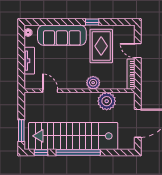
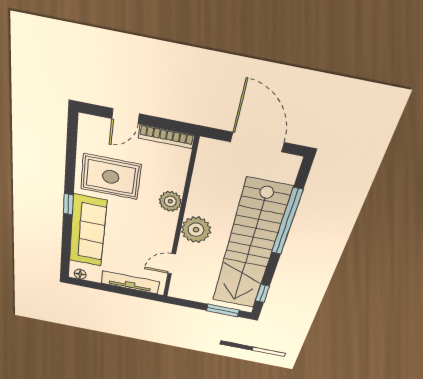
window: (92, 22) -> (68, 204), moved
tv unit: (29, 61) -> (130, 282), width x1.41
plant: (107, 101) -> (196, 230), moved
window: (78, 152) -> (287, 222), moved

